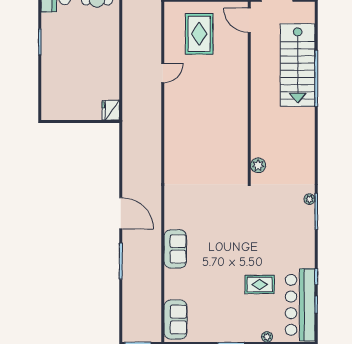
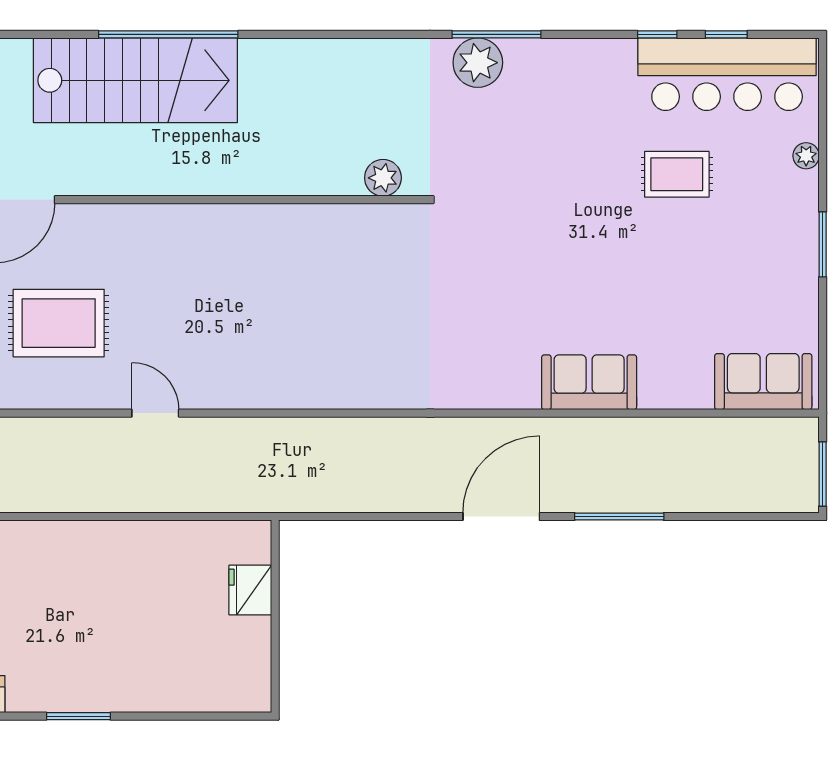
fridge: (111, 110) -> (250, 590), moved, turned 90
plant: (310, 199) -> (478, 63), width x1.88, depth x1.88
rug: (260, 284) -> (677, 174), turned 90

